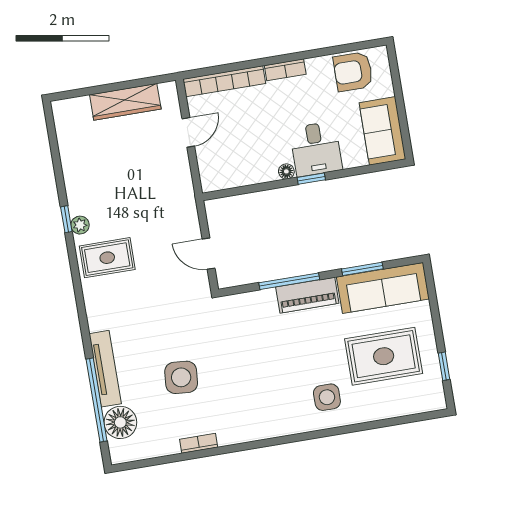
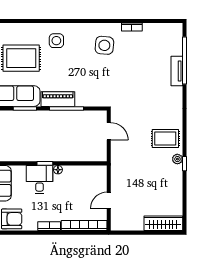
wardrobe: (125, 102) -> (163, 223), moved
tv unit: (105, 369) -> (177, 71), width x0.71
side table: (181, 377) -> (104, 45), moved
floor lamp: (120, 422) -> (173, 46), removed

